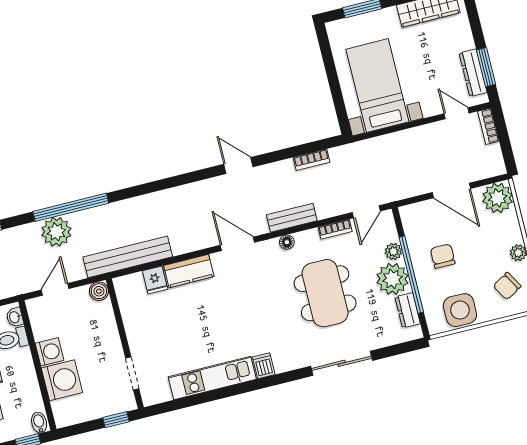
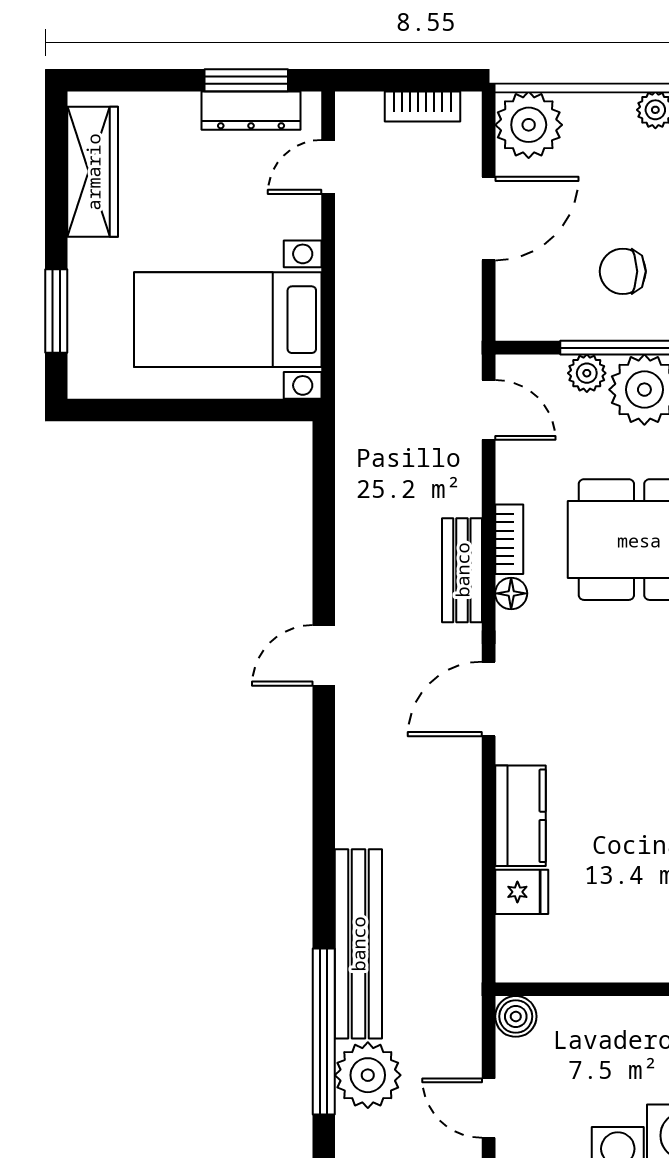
bookcase: (488, 126) -> (422, 106), moved
bookcase: (312, 160) -> (350, 498), removed
bookcase: (335, 229) -> (509, 539), moved
bench: (128, 257) -> (358, 944), moved

